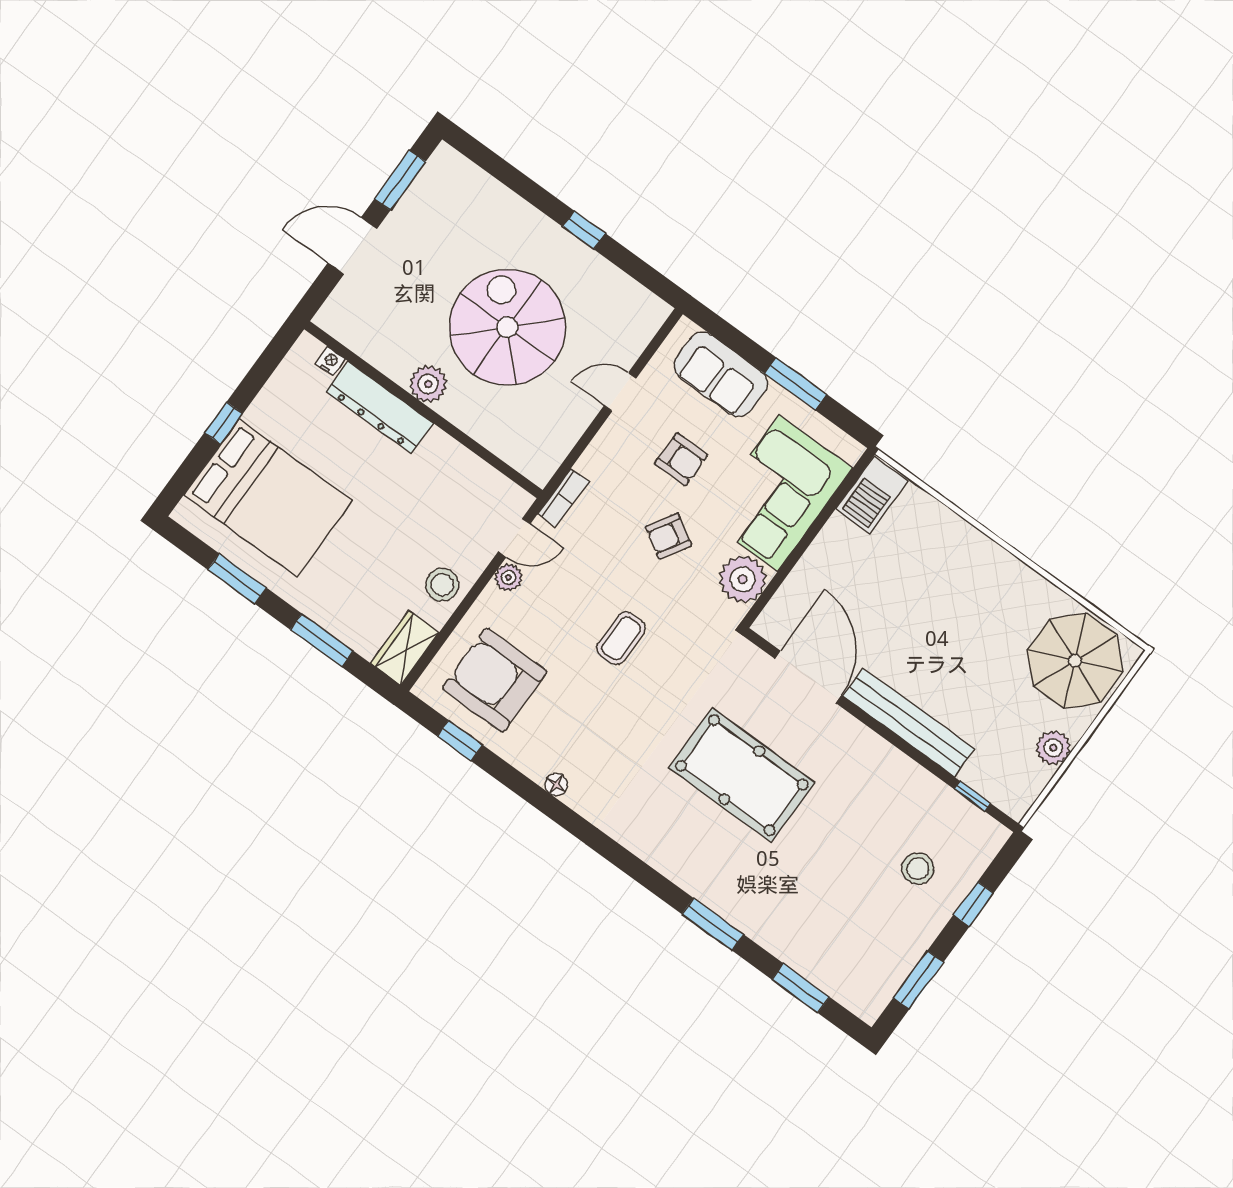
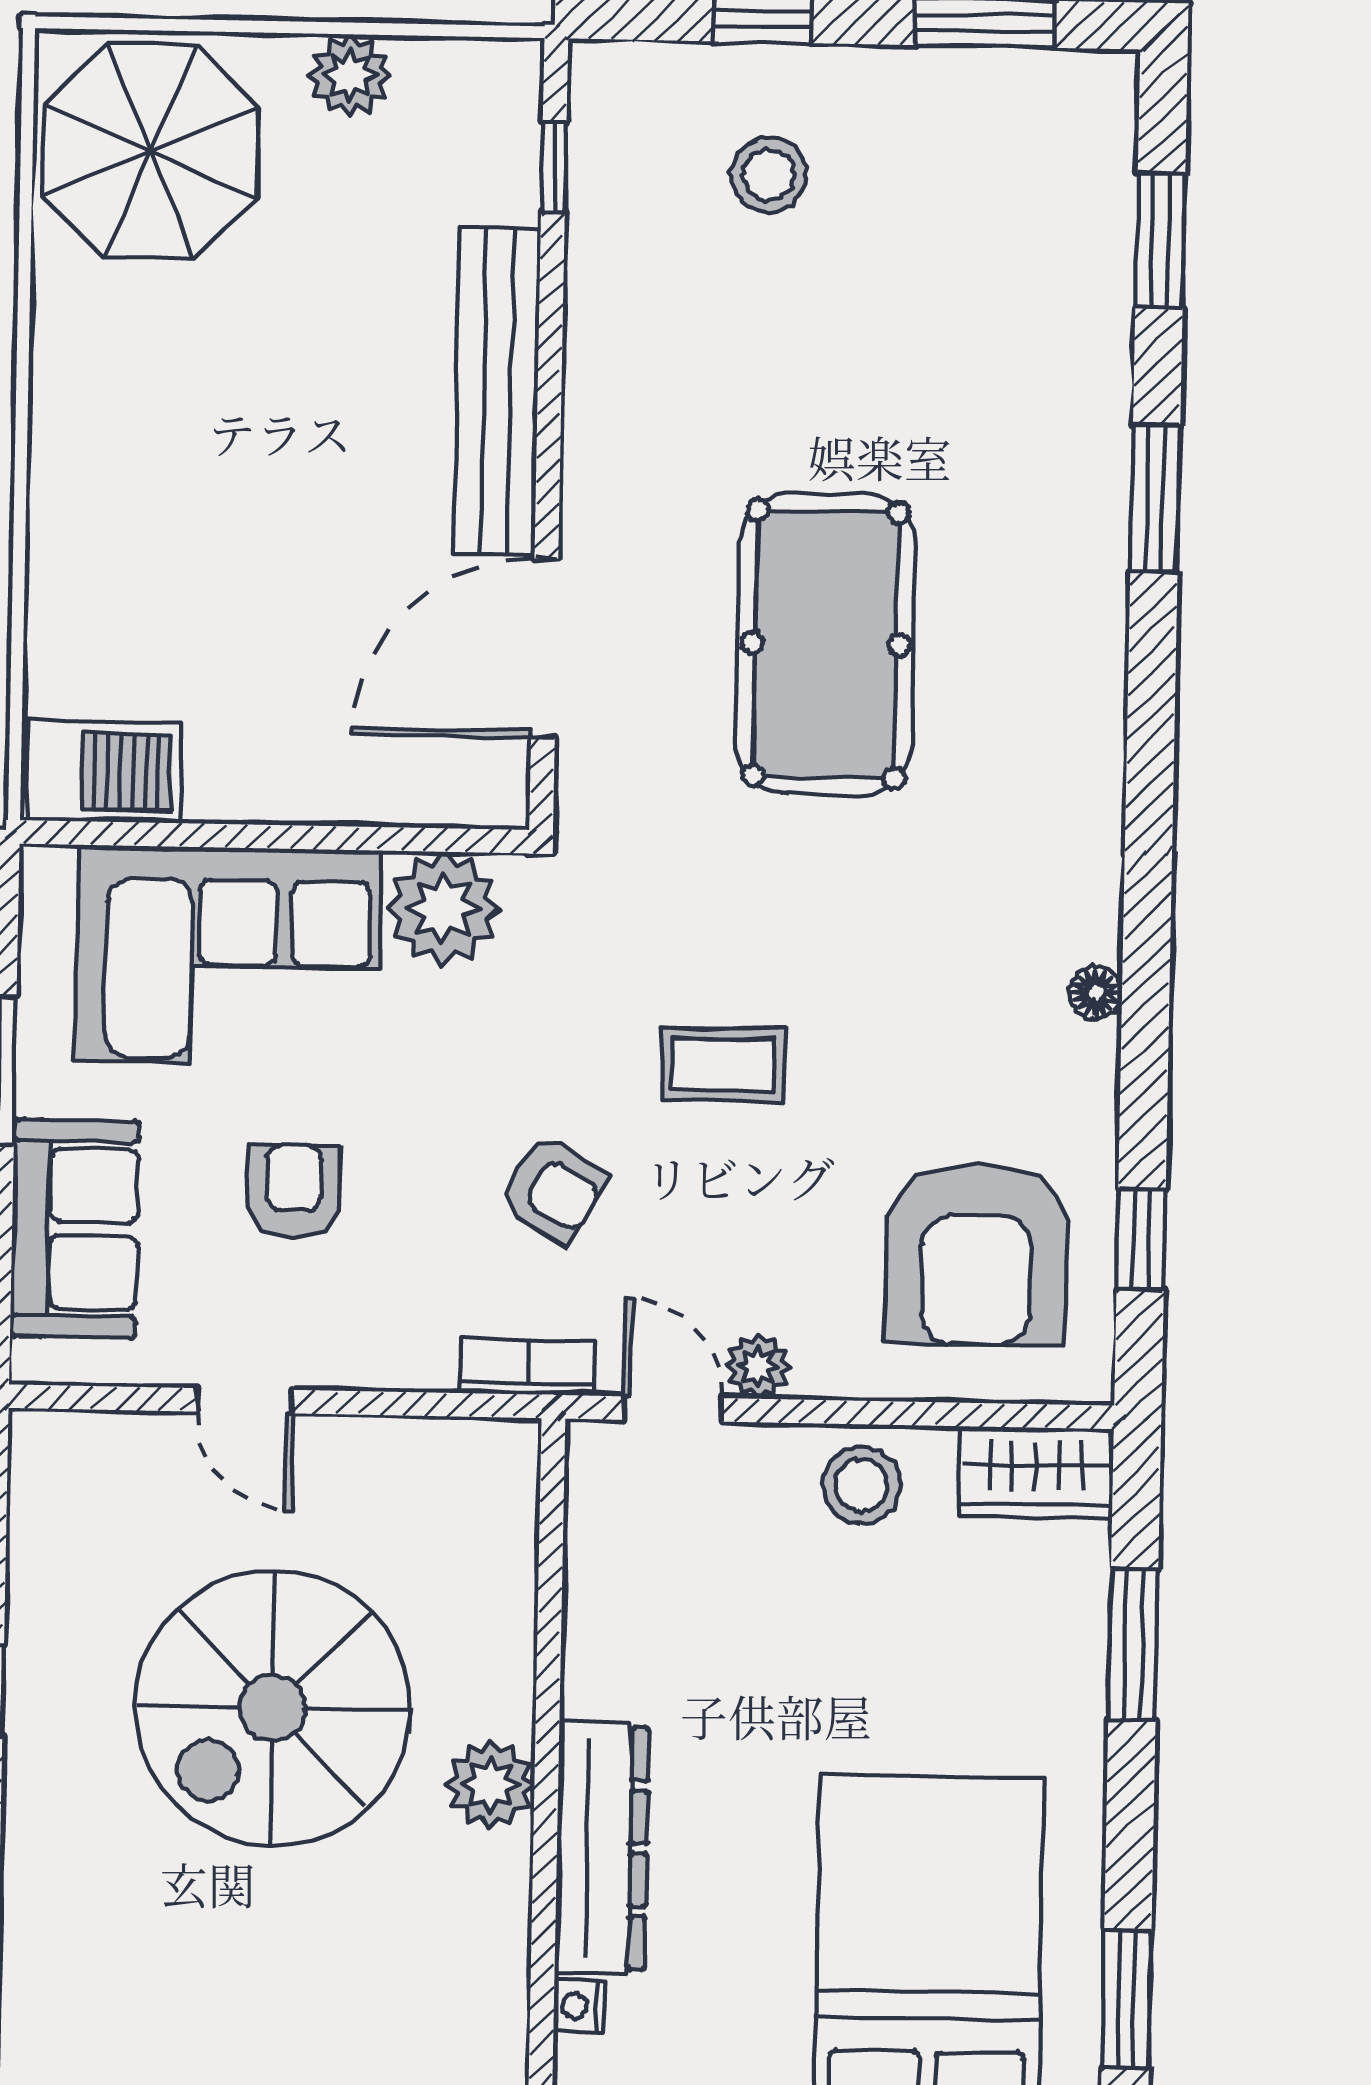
armchair: (668, 536) -> (553, 1189), moved
window: (237, 579) -> (1126, 1999), moved

